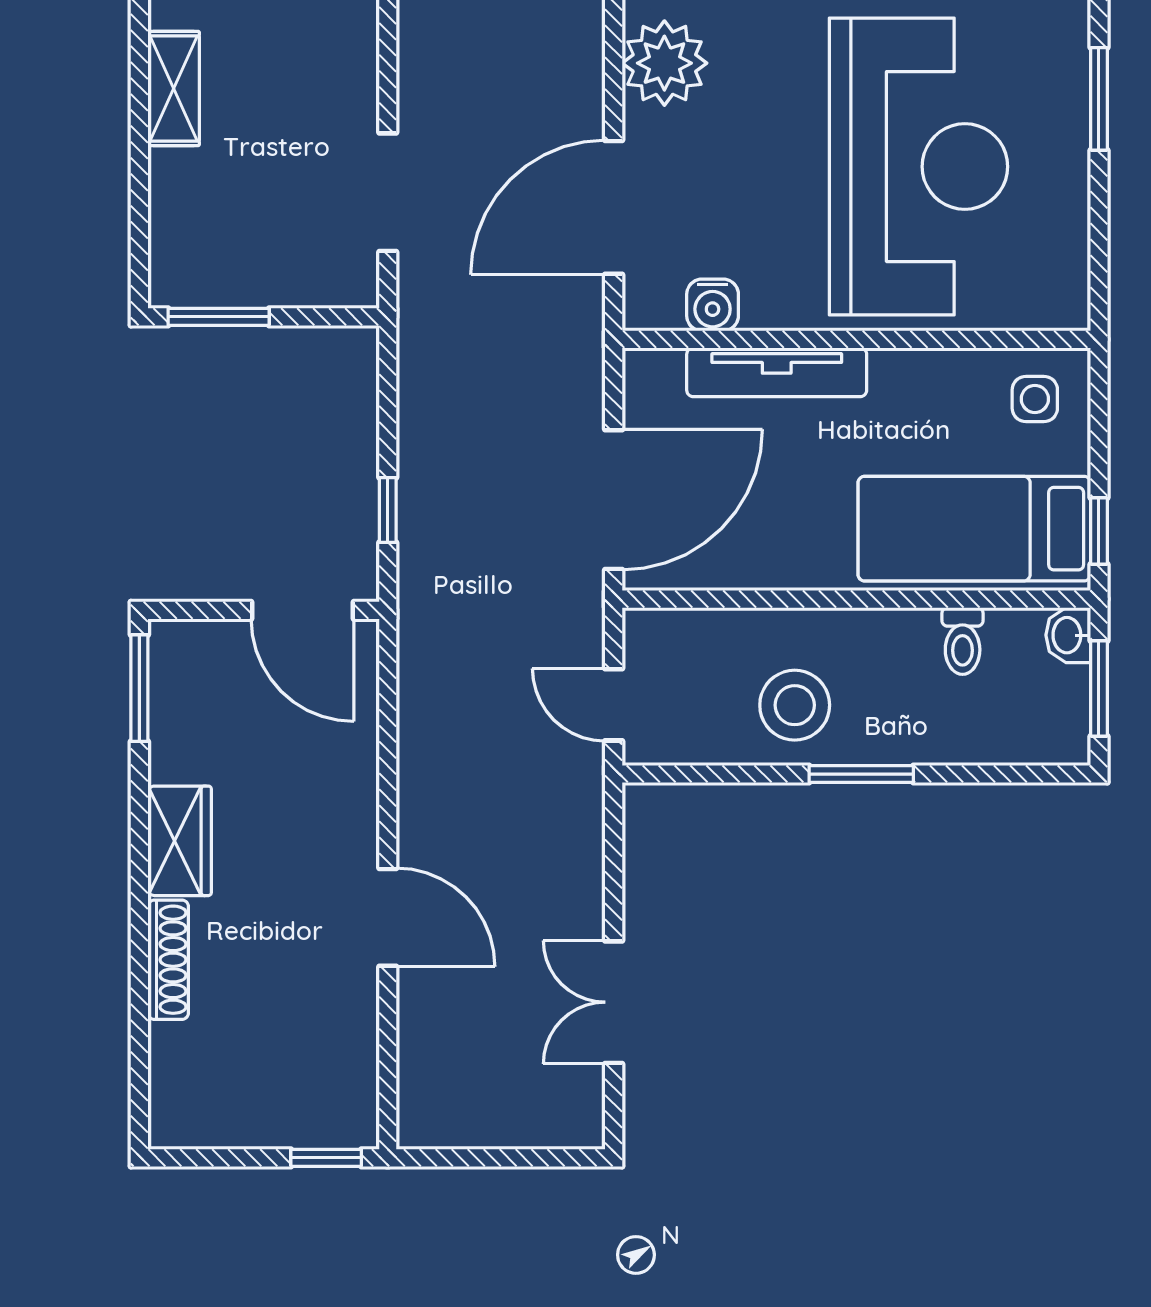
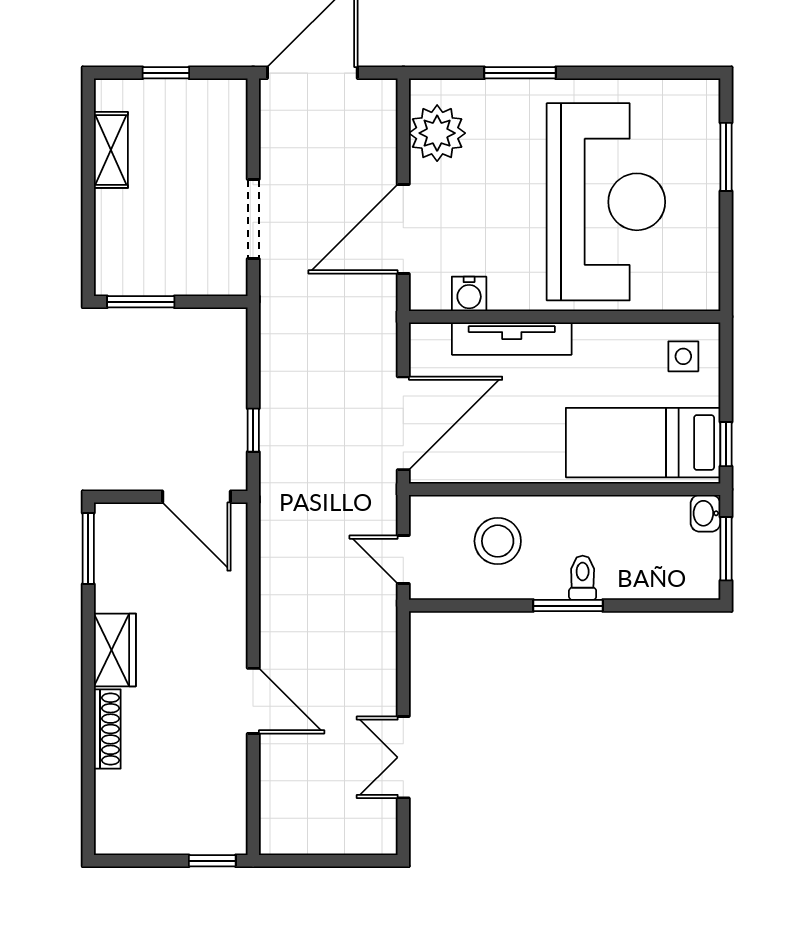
toilet: (963, 641) -> (583, 578), moved, turned 180
stool: (795, 705) -> (498, 541), moved

